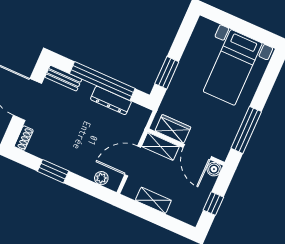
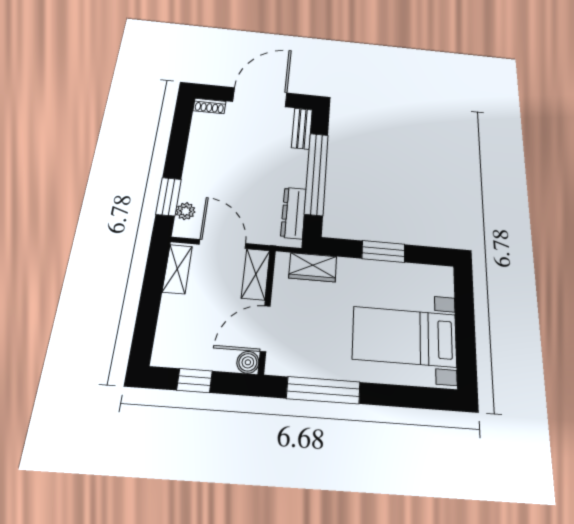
window: (167, 73) -> (383, 252), moved
dresser: (111, 100) -> (294, 213), moved
wardrobe: (173, 129) -> (313, 267), moved, turned 90
window: (53, 171) -> (169, 197), moved
shelving: (153, 200) -> (177, 269), moved

